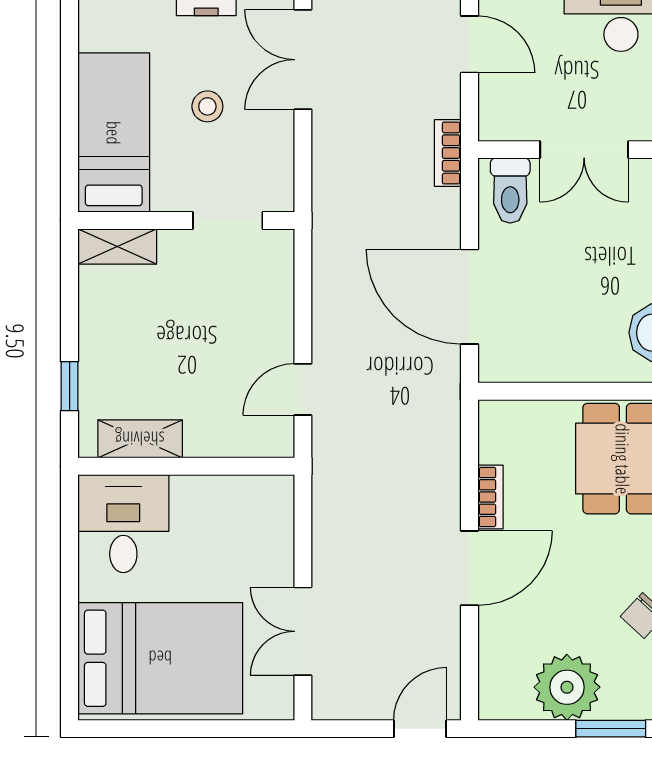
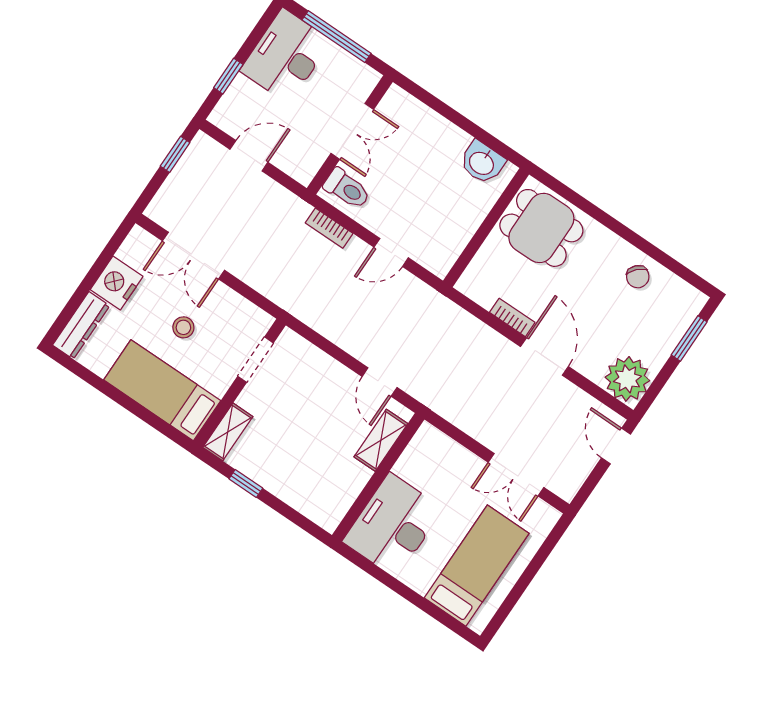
bookcase: (448, 153) -> (329, 228), moved
door: (469, 297) -> (391, 252), width x0.53
window: (70, 386) -> (246, 483), moved
shelving: (140, 439) -> (381, 440), moved
desk: (123, 524) -> (393, 525), width x1.37
bed: (160, 658) -> (477, 566), width x0.67
plant: (567, 687) -> (627, 379), moved

